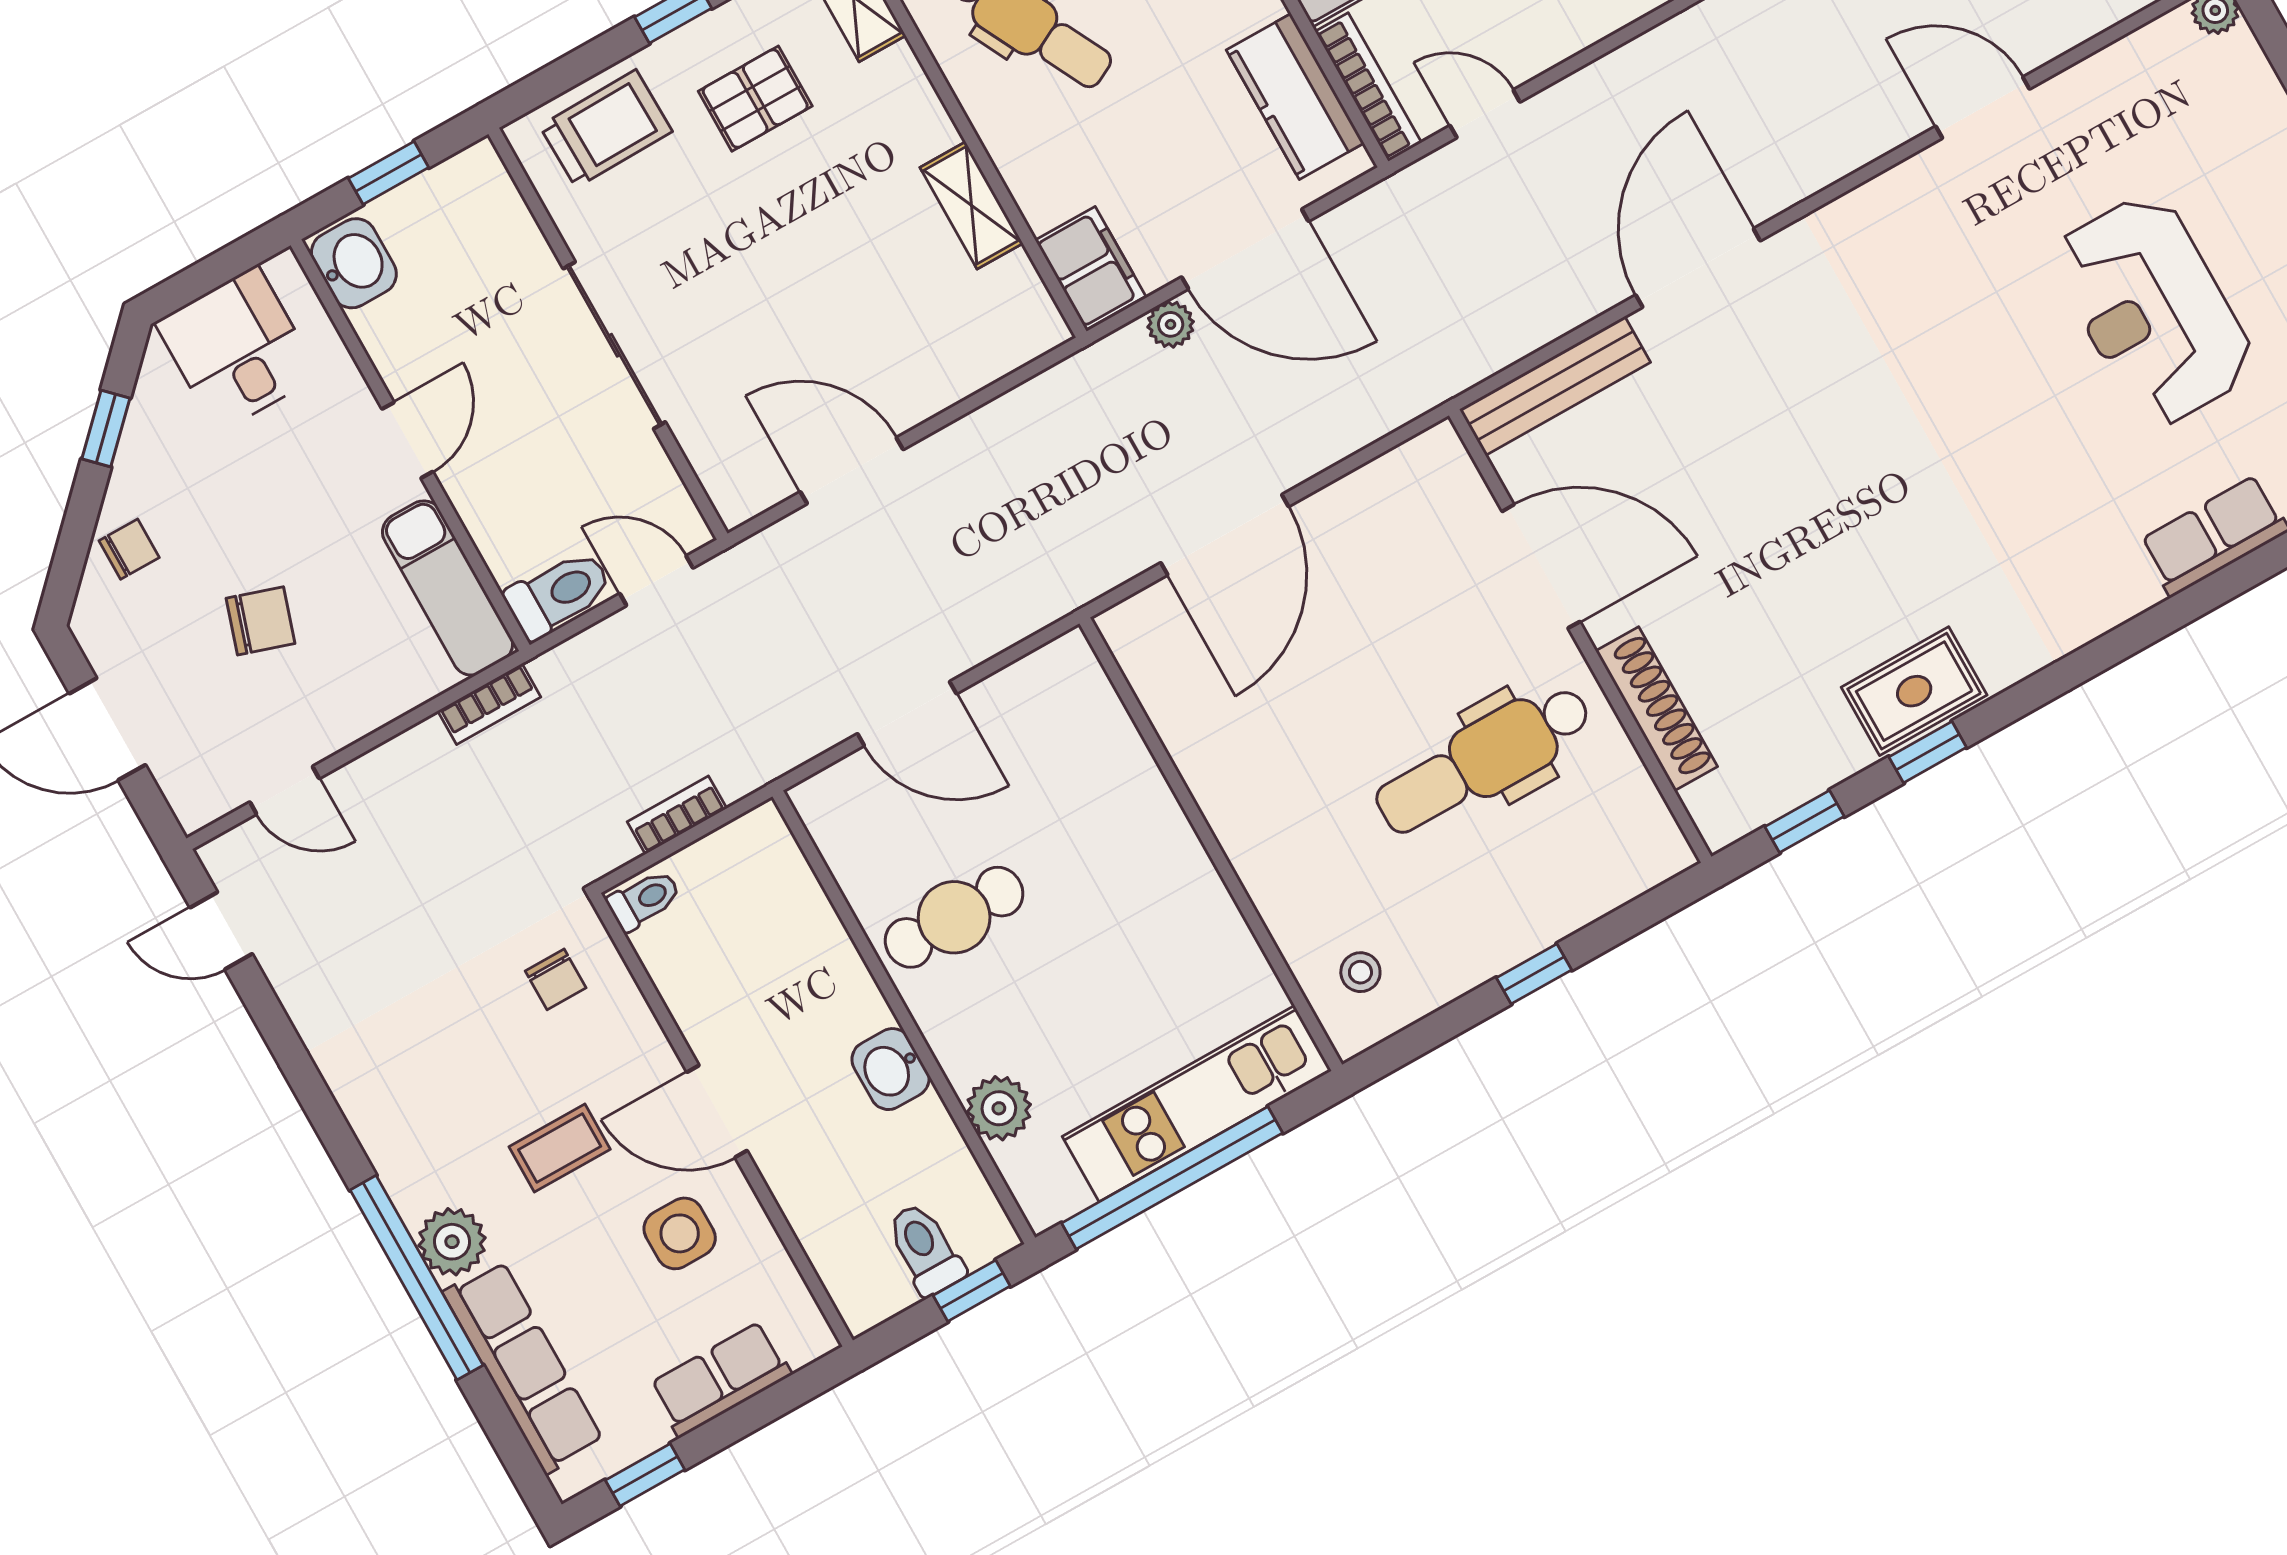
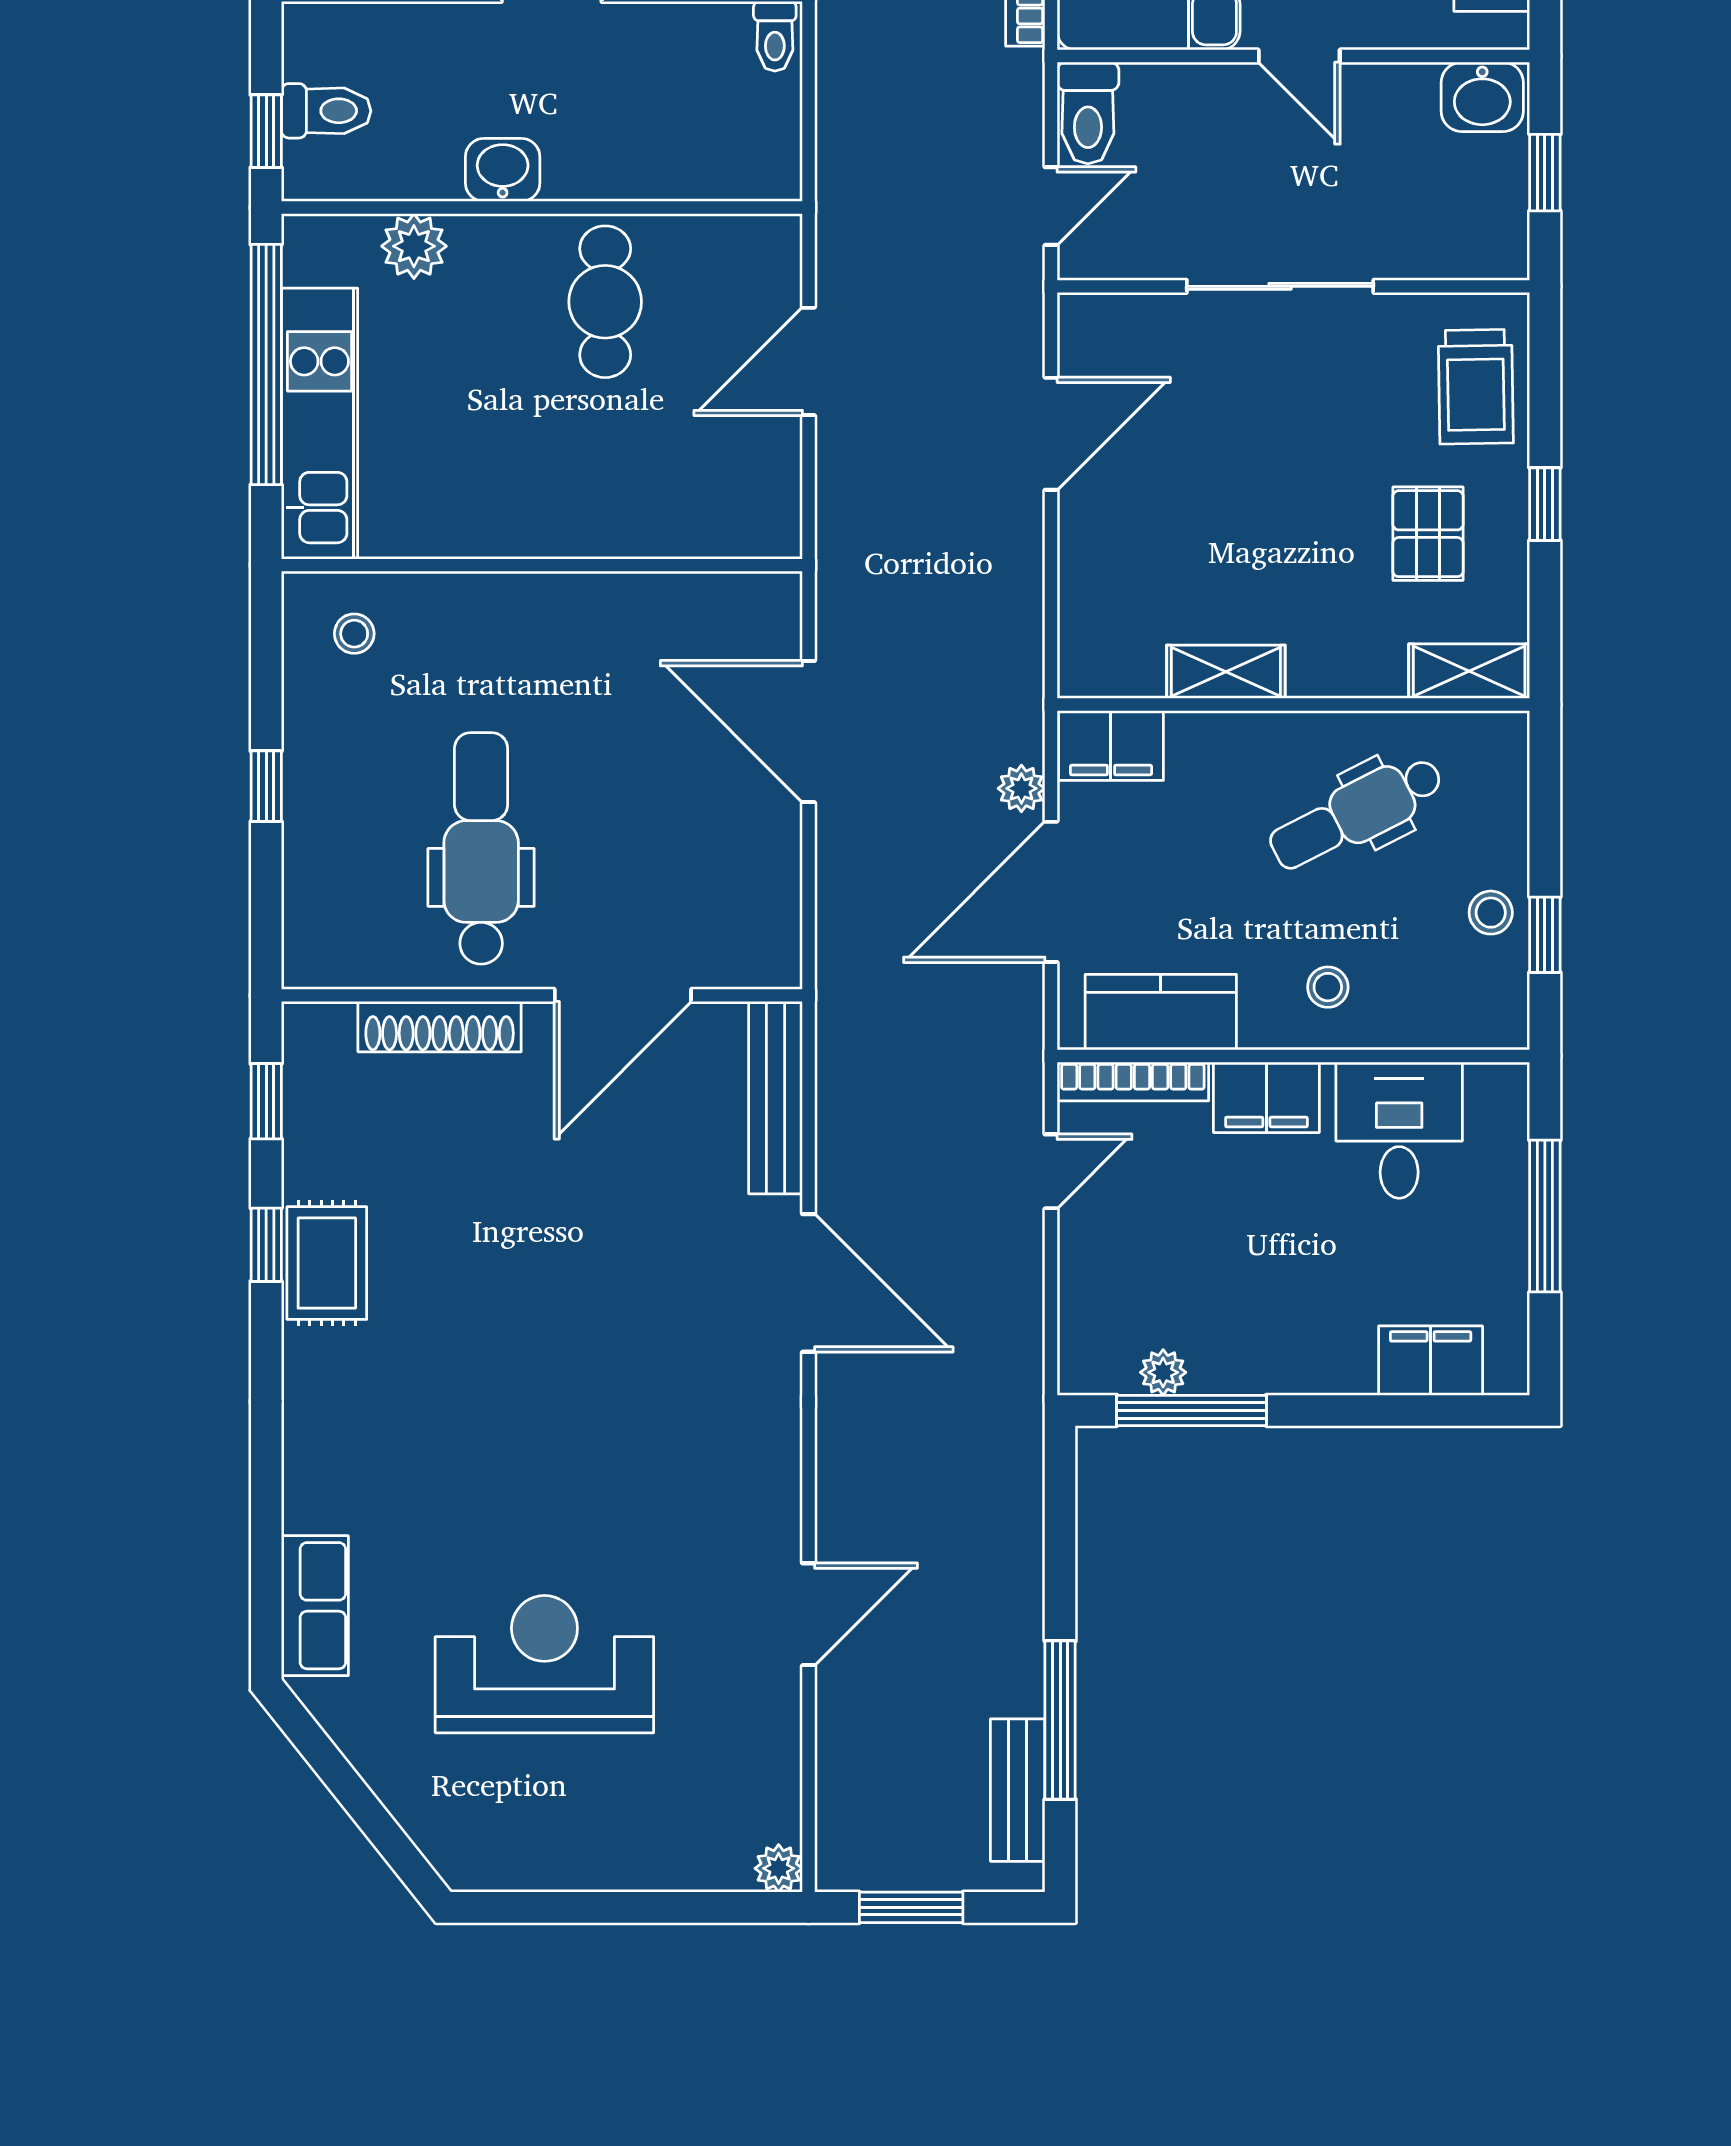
bookcase: (677, 815) -> (834, 108), removed

